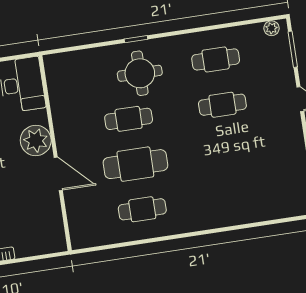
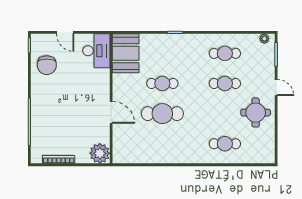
round table: (140, 73) -> (256, 113), moved
booth: (67, 82) -> (126, 53), added
plant: (36, 140) -> (100, 153), moved
cafe table: (142, 209) -> (225, 144), moved

